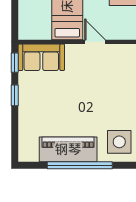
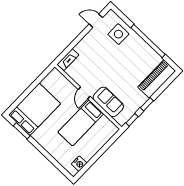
sofa: (41, 57) -> (108, 102), moved
piano: (68, 149) -> (157, 79), moved, turned 90

